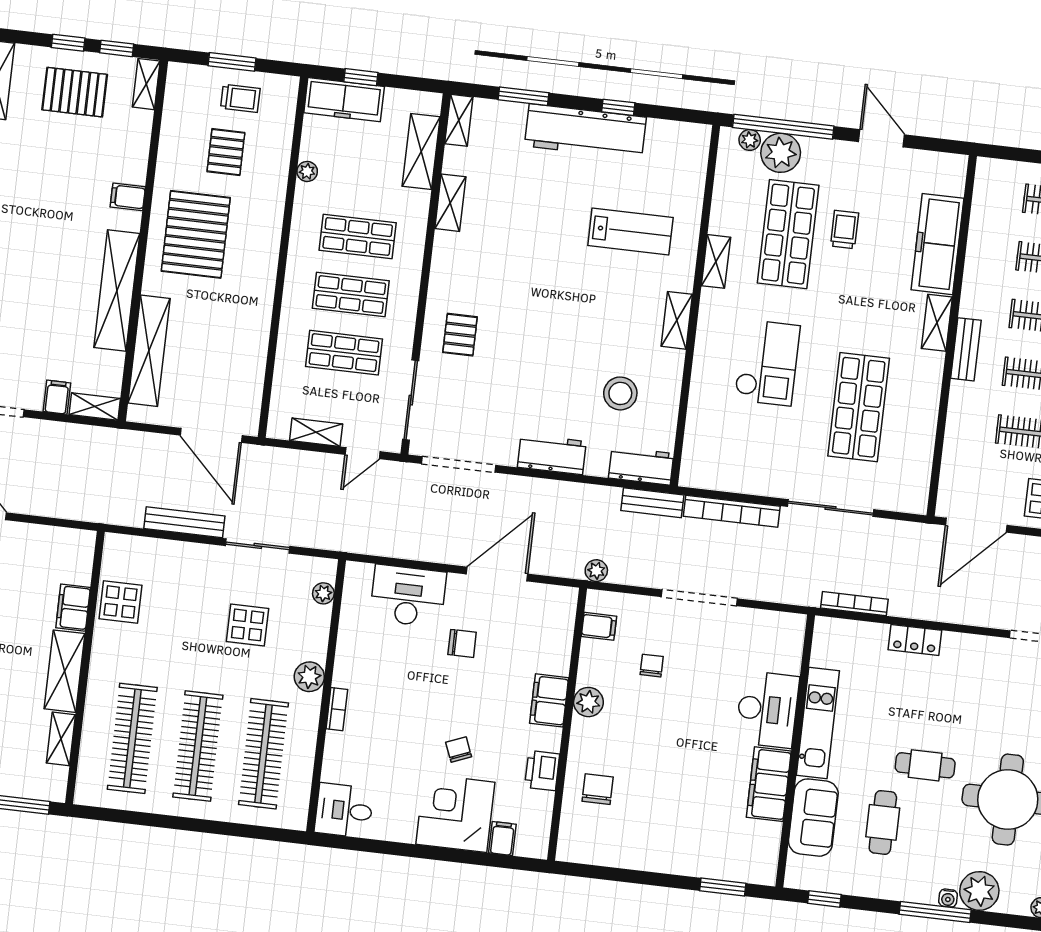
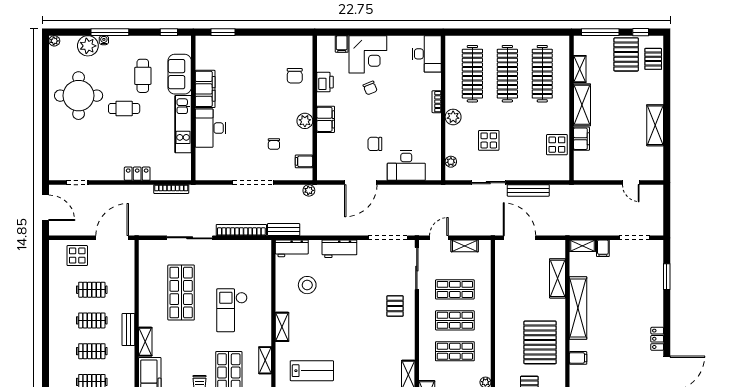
lab bench: (630, 232) -> (312, 371), turned 180
shelving: (149, 351) -> (557, 278), width x0.68
desk: (344, 810) -> (427, 54), width x1.37

